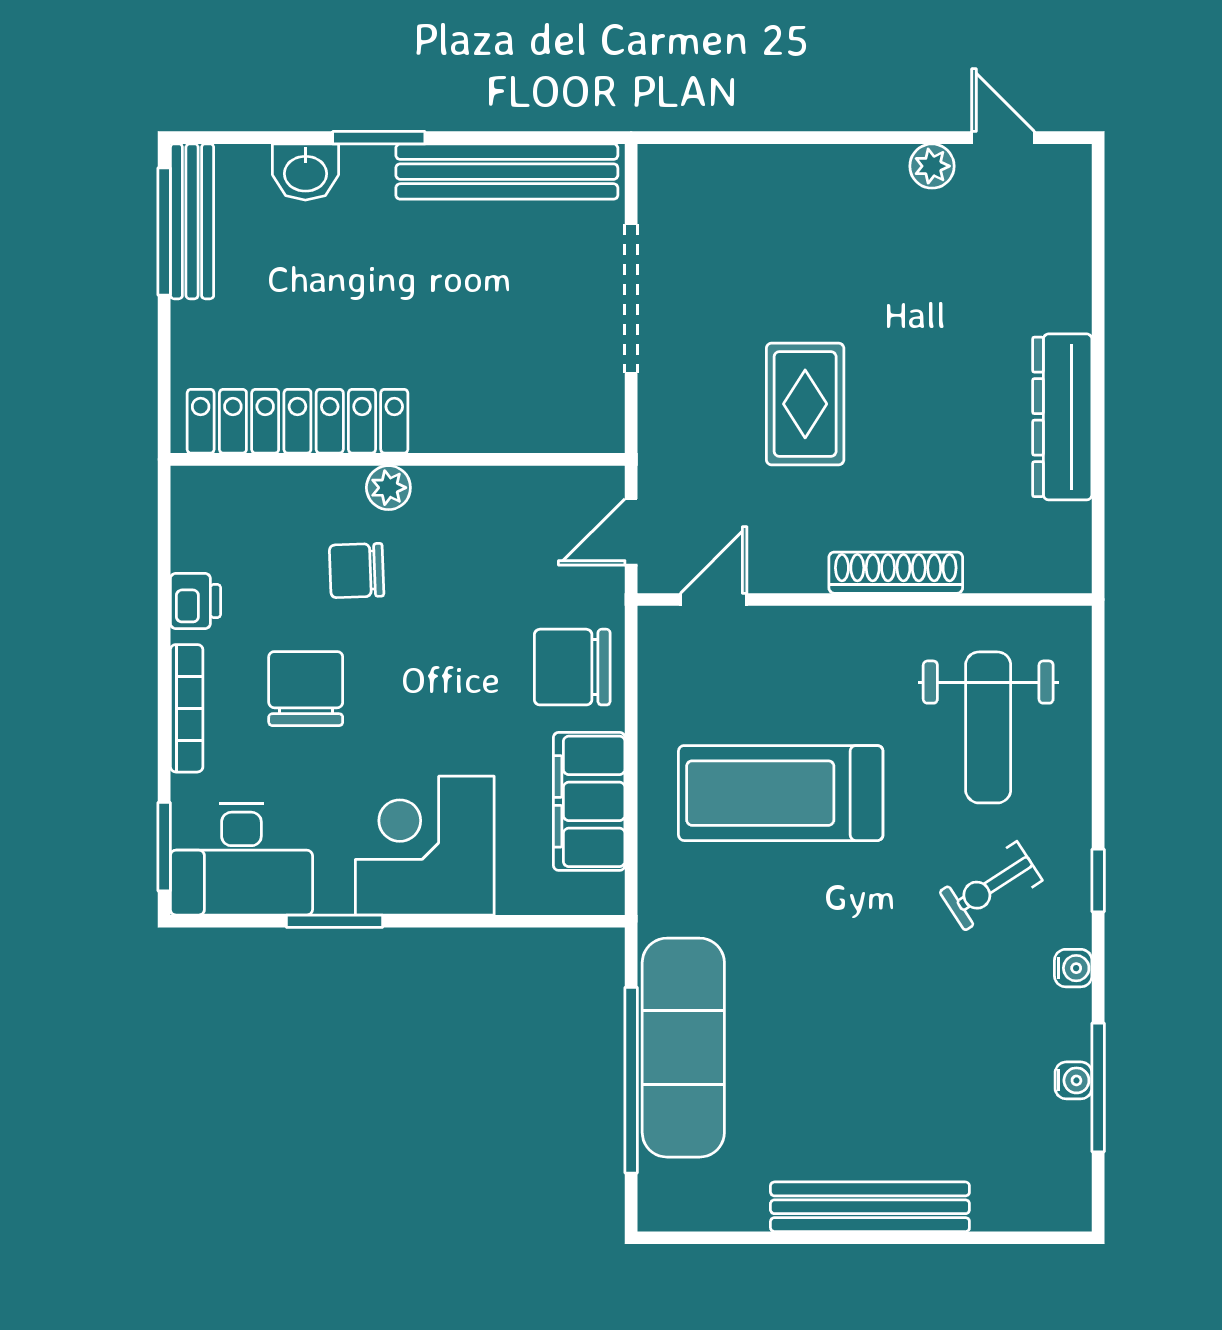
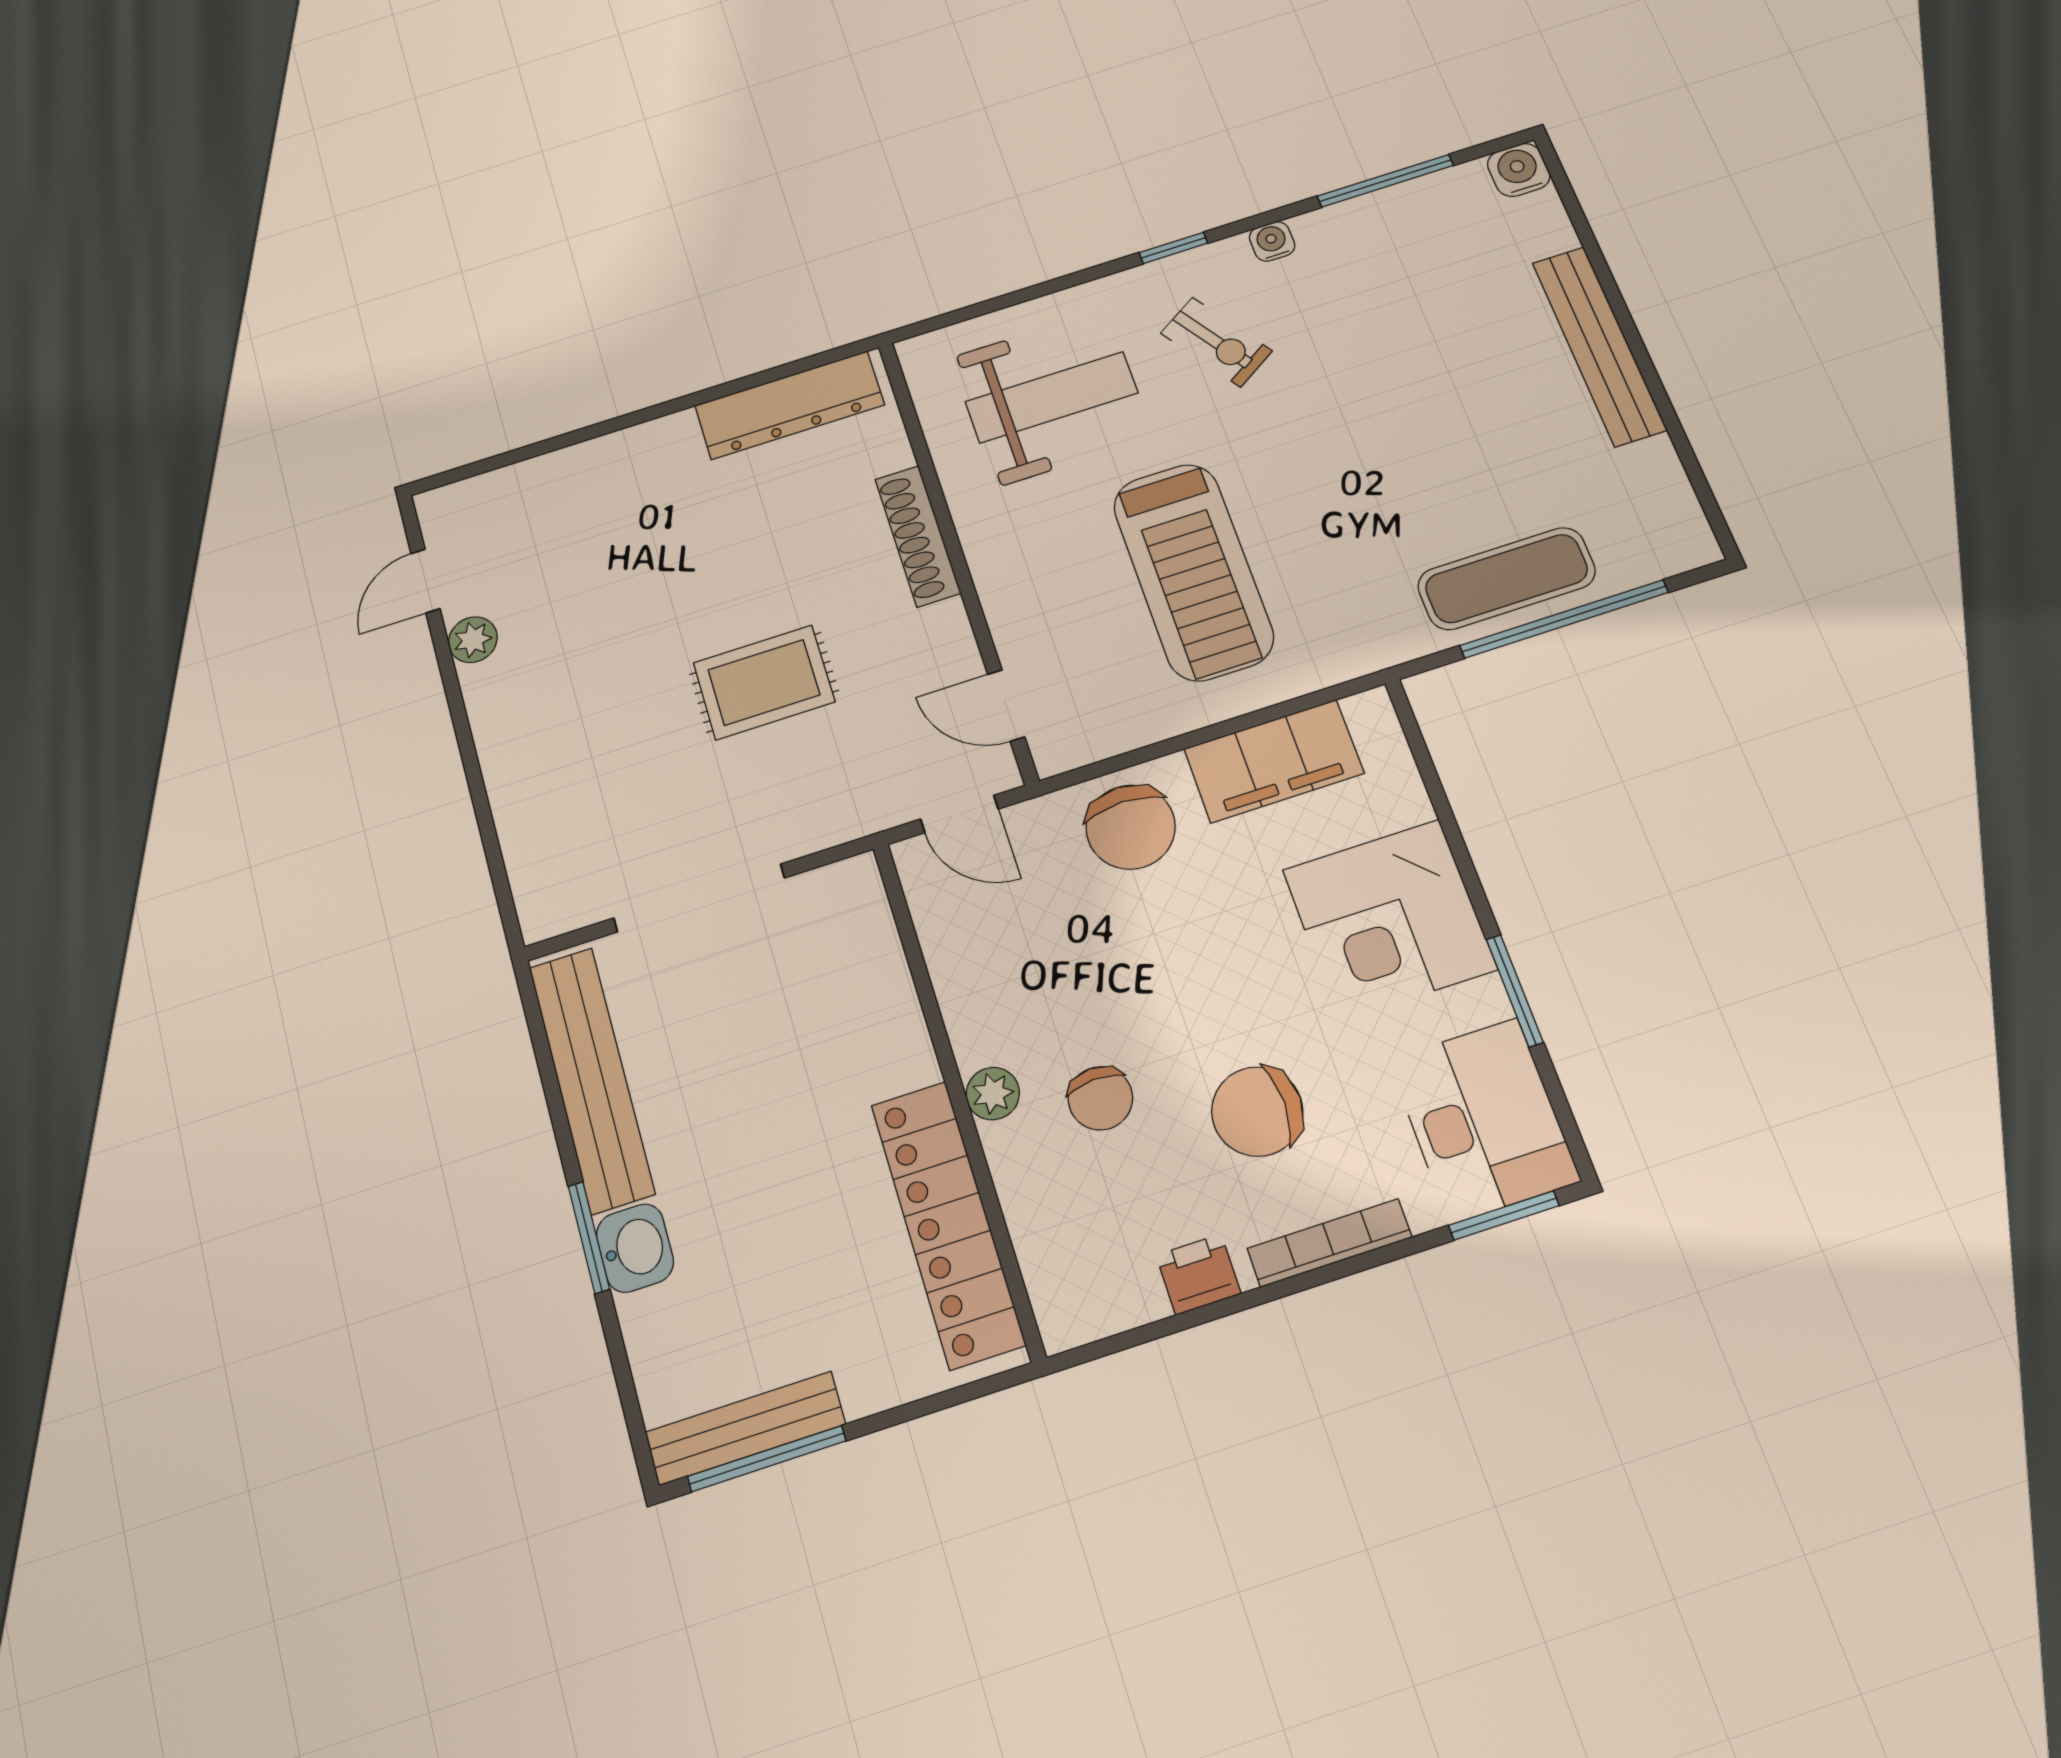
washbasin: (305, 172) -> (635, 1248), moved
dresser: (1062, 417) -> (790, 405), moved
exercise mat: (683, 1048) -> (1506, 579), width x0.73, depth x0.69
water cooler: (1073, 1080) -> (1519, 170), moved, width x1.38, depth x1.38

